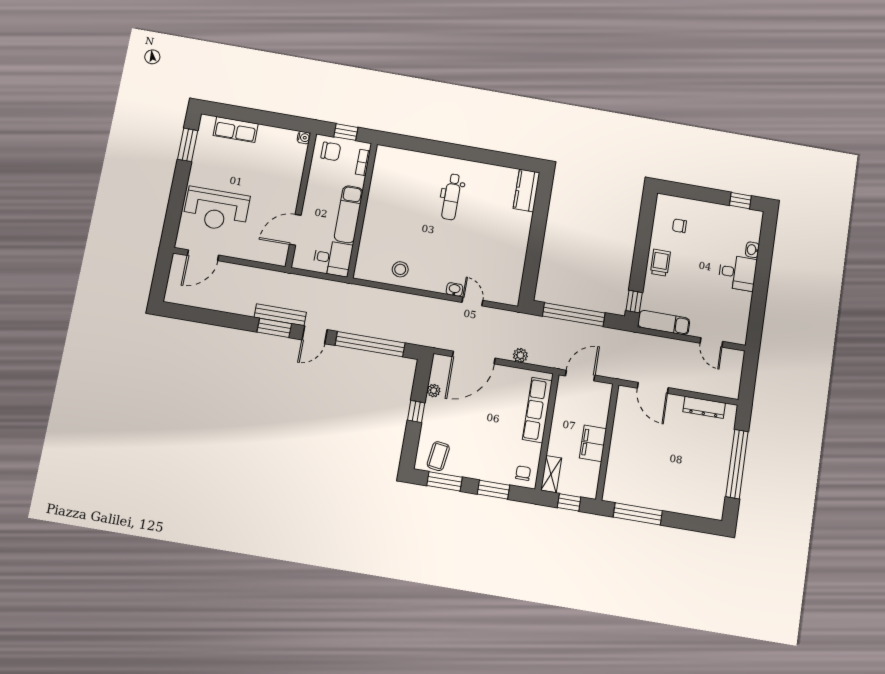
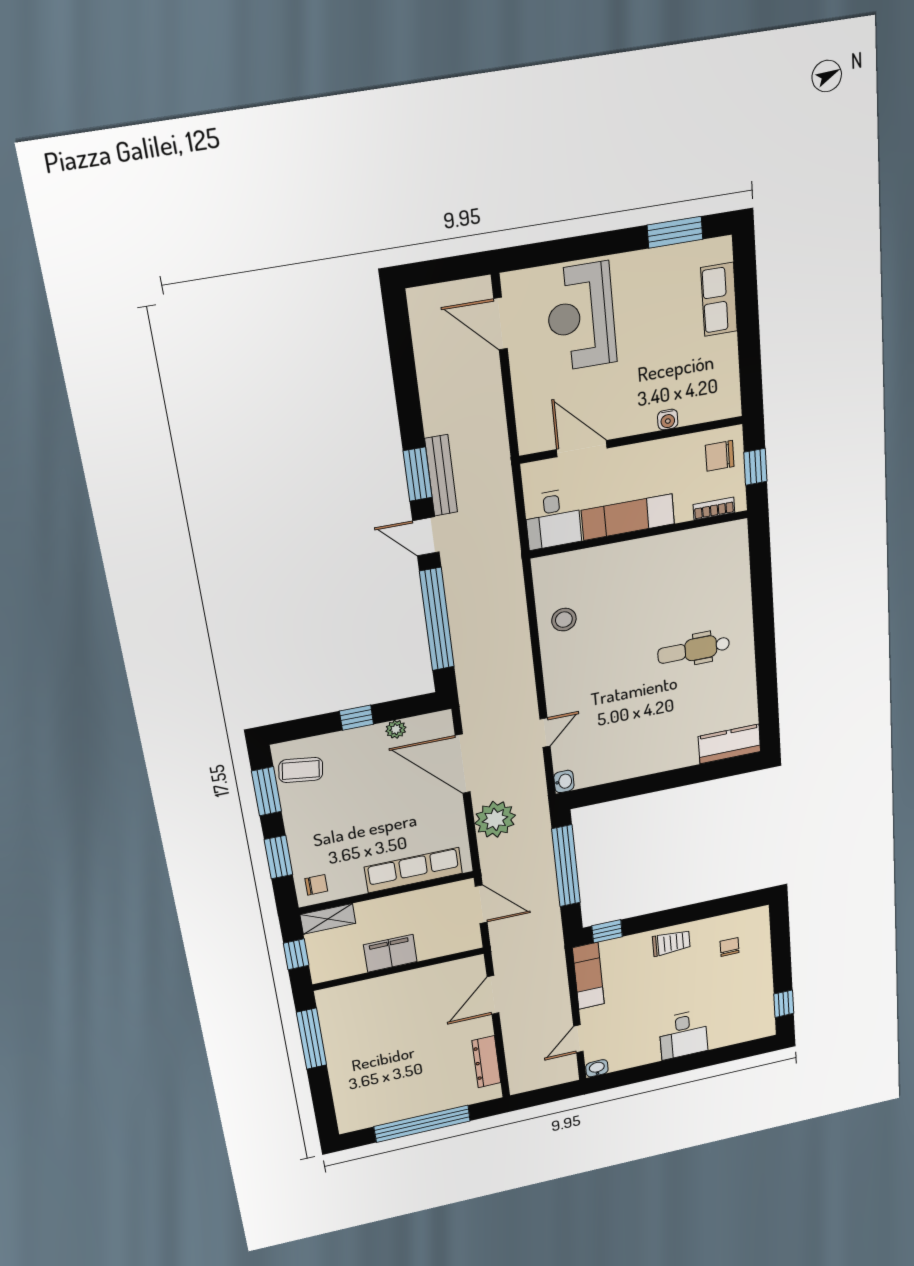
water cooler: (304, 138) -> (668, 420), moved
chair: (331, 151) -> (720, 456), turned 90
washbasin: (752, 250) -> (597, 1068), moved
washbasin: (454, 289) -> (564, 781), moved
plant: (520, 355) -> (495, 819), width x1.87, depth x1.87

